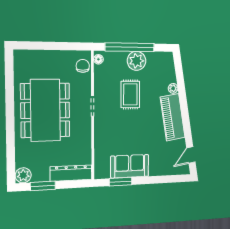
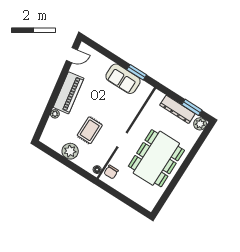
window: (130, 47) -> (69, 164), removed
dresser: (71, 173) -> (177, 109), moved

